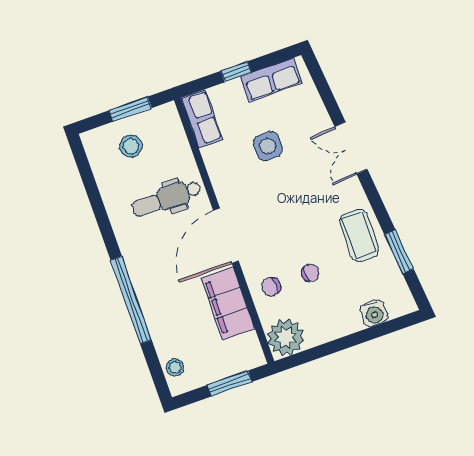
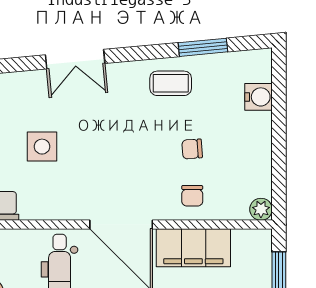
coffee table: (359, 235) -> (171, 83), width x0.73, depth x0.77
chair: (310, 273) -> (192, 149), turned -94
plant: (286, 338) -> (261, 209), width x0.53, depth x0.53

